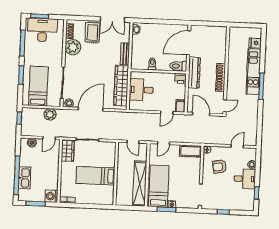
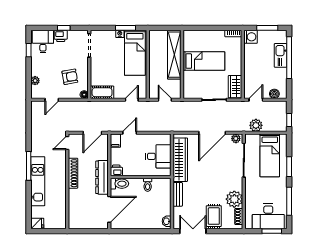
fridge: (255, 43) -> (37, 223), moved
door: (201, 114) -> (92, 133), hinge flipped
desk: (245, 179) -> (43, 42), moved, turned 90
shelving: (140, 184) -> (174, 55), moved
printer: (226, 205) -> (61, 36), added

